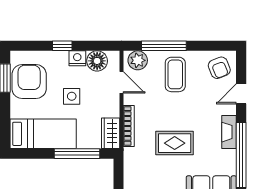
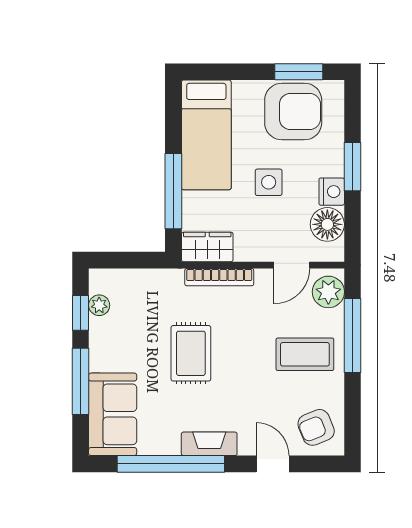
window: (62, 46) -> (353, 167), width x1.50

